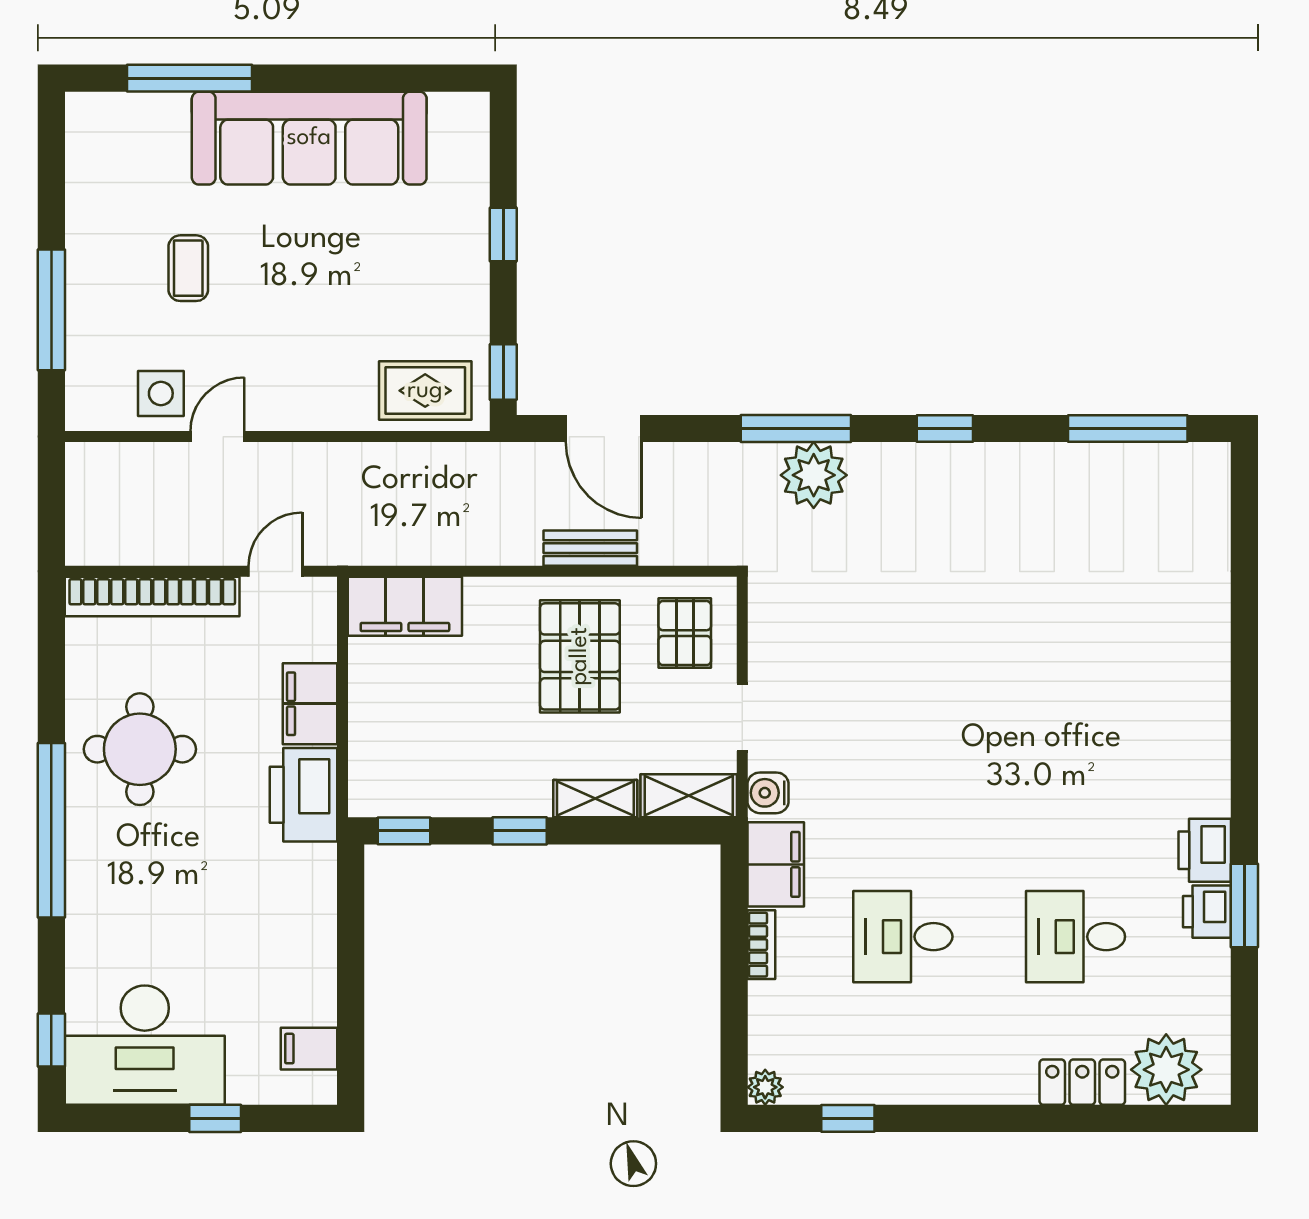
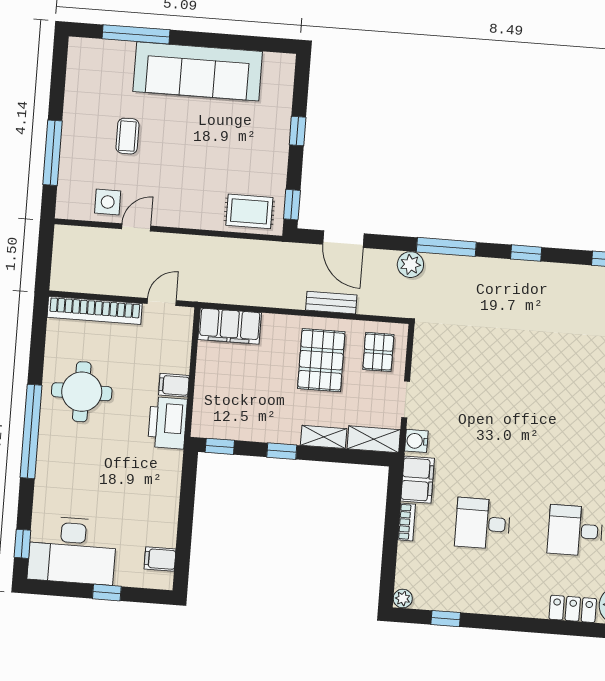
plant: (814, 475) -> (410, 265), moved, width x0.73, depth x0.73
filing cabinet: (310, 704) -> (174, 385), width x0.50

